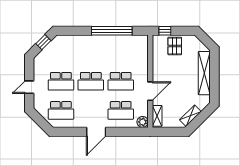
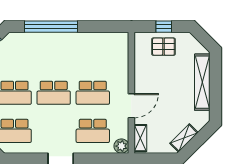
window: (112, 31) -> (51, 27), moved
window: (165, 31) -> (164, 27), moved
pallet: (175, 46) -> (163, 47), turned 90

